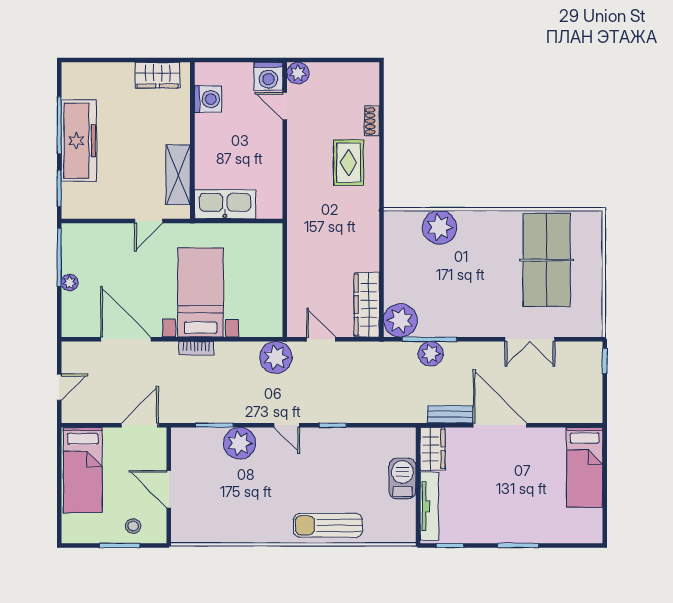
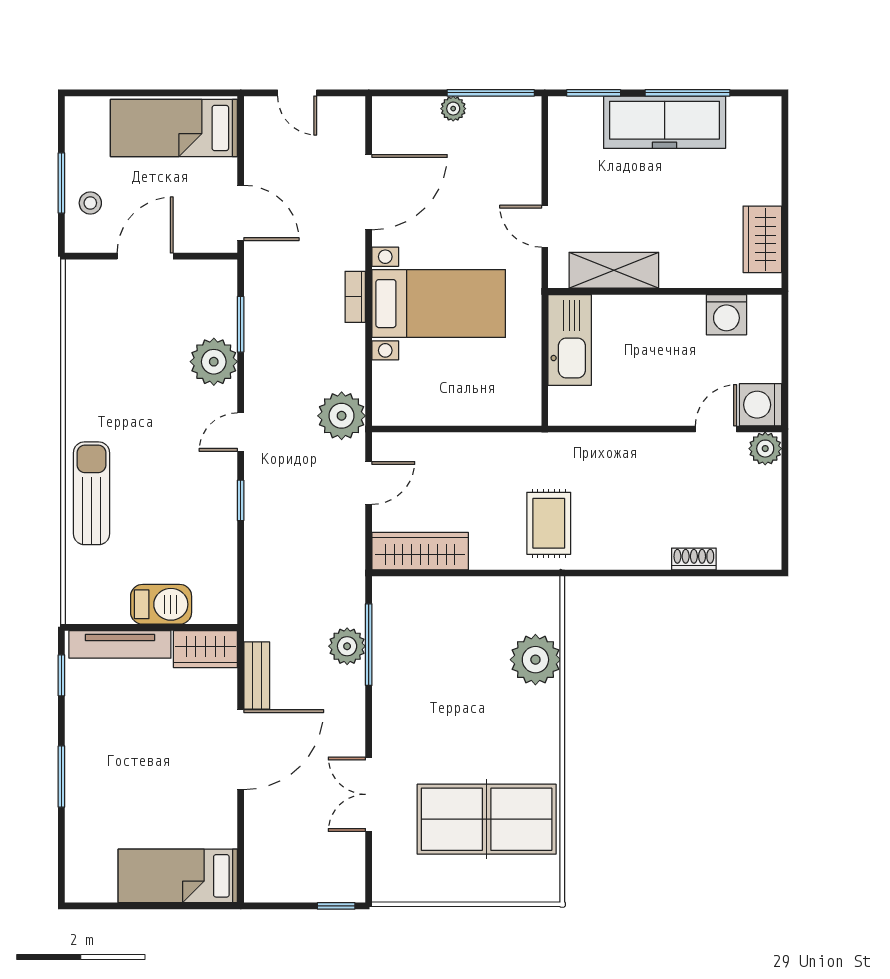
rug: (349, 163) -> (549, 523), moved, turned 90
plant: (400, 320) -> (397, 601), removed

